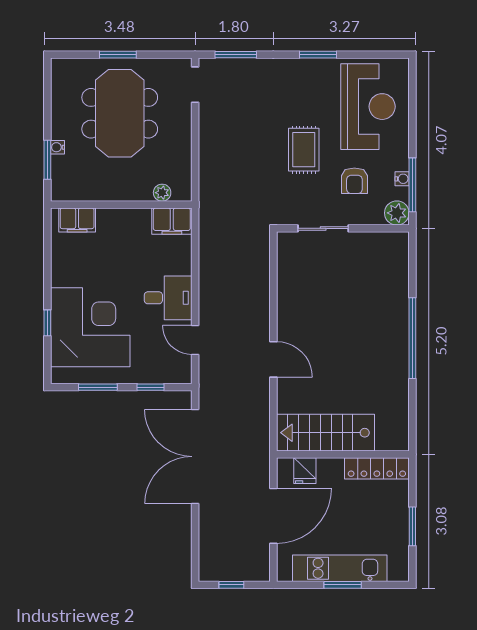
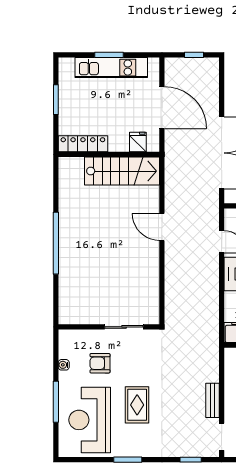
window: (236, 55) -> (191, 460), width x0.67
bench: (207, 132) -> (213, 400), added
rug: (304, 150) -> (137, 405), moved
armchair: (354, 181) -> (100, 363), turned -90
window: (412, 185) -> (56, 402), moved
plant: (397, 213) -> (68, 339), removed
door: (273, 516) -> (162, 108), swing flipped

